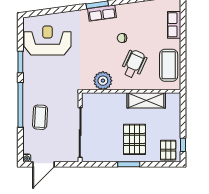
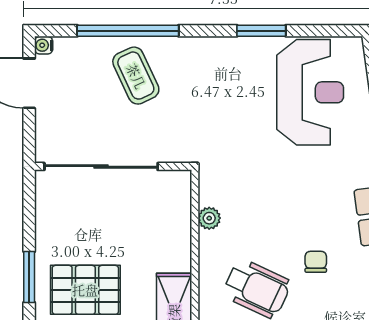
plant: (103, 81) -> (209, 218), width x0.53, depth x0.53
window: (20, 105) -> (128, 31), moved
coffee table: (40, 117) -> (136, 76), turned 62

